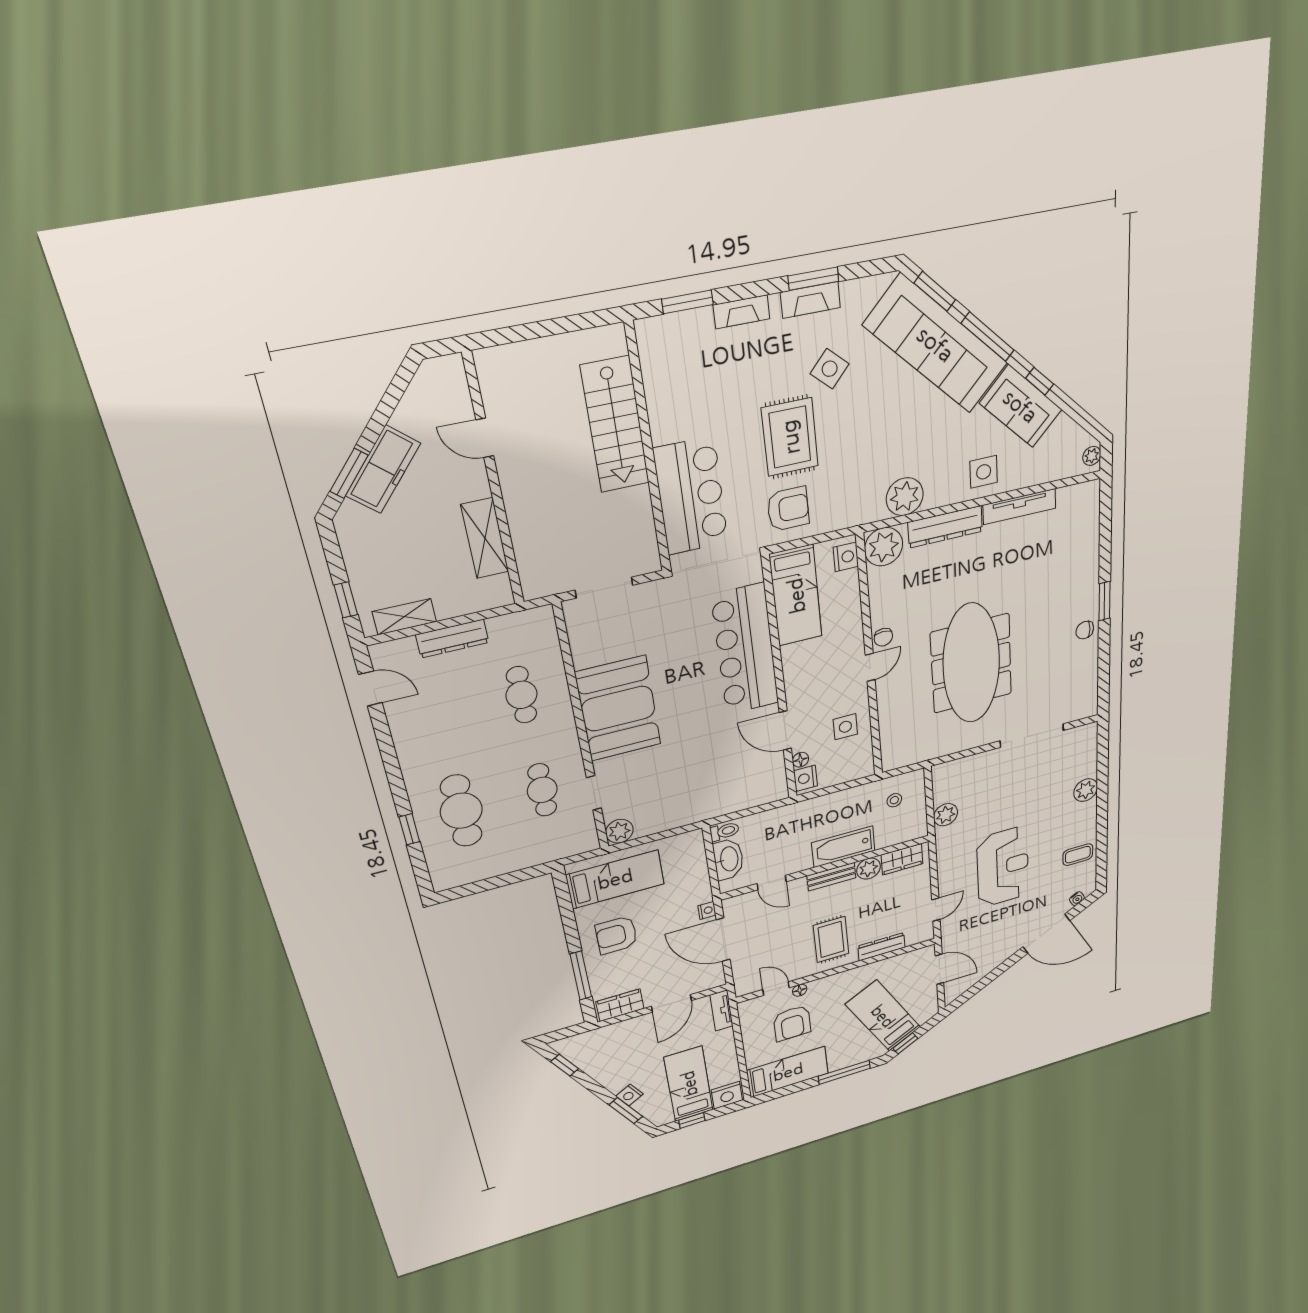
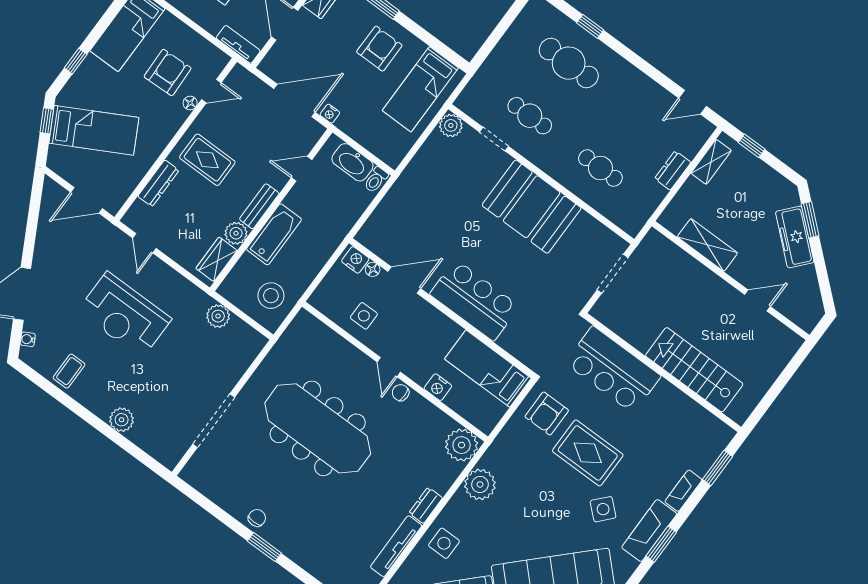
fireplace: (810, 300) -> (649, 531), width x1.37, depth x1.32
dresser: (945, 527) -> (426, 505), width x0.51, depth x0.80
nightstand: (846, 557) -> (438, 387), moved
dresser: (452, 639) -> (673, 170), width x0.70
bar counter: (745, 650) -> (474, 300), width x0.73
stool: (894, 800) -> (271, 296), width x1.89, depth x1.89
armchair: (792, 1023) -> (168, 72), turned 88
window: (844, 1072) -> (76, 61), width x0.46

